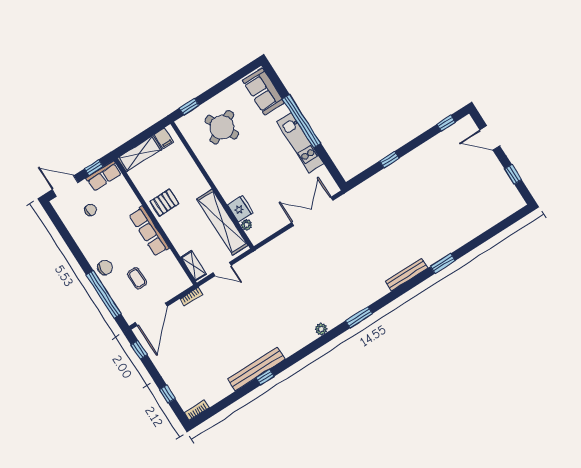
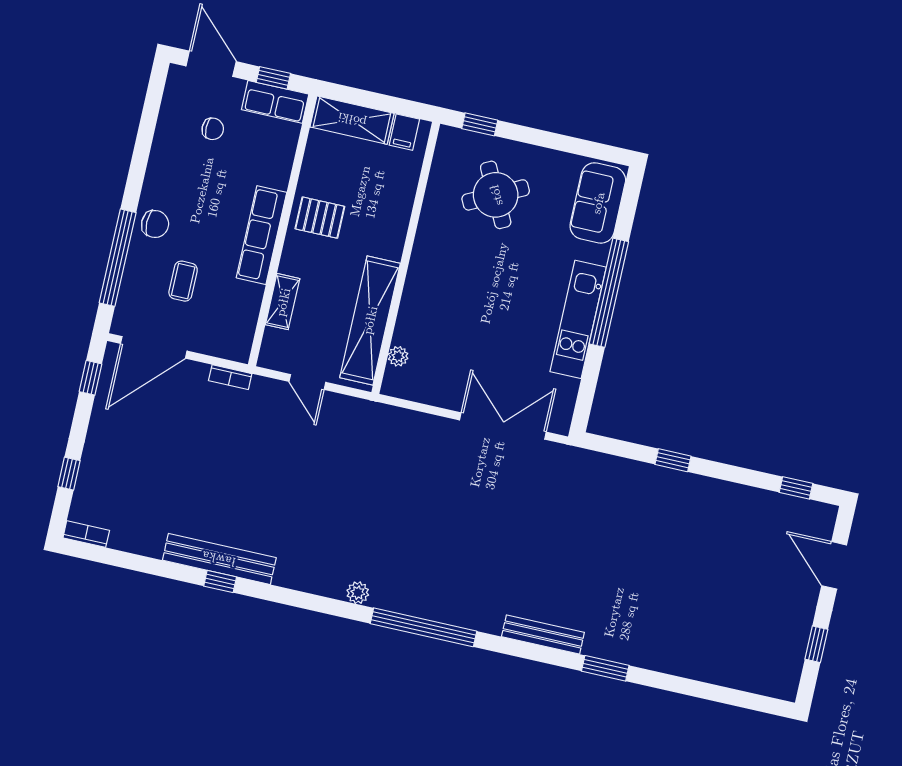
fridge: (240, 209) -> (411, 327), removed
shelving: (193, 266) -> (283, 302), moved
window: (359, 317) -> (423, 627), width x2.11

